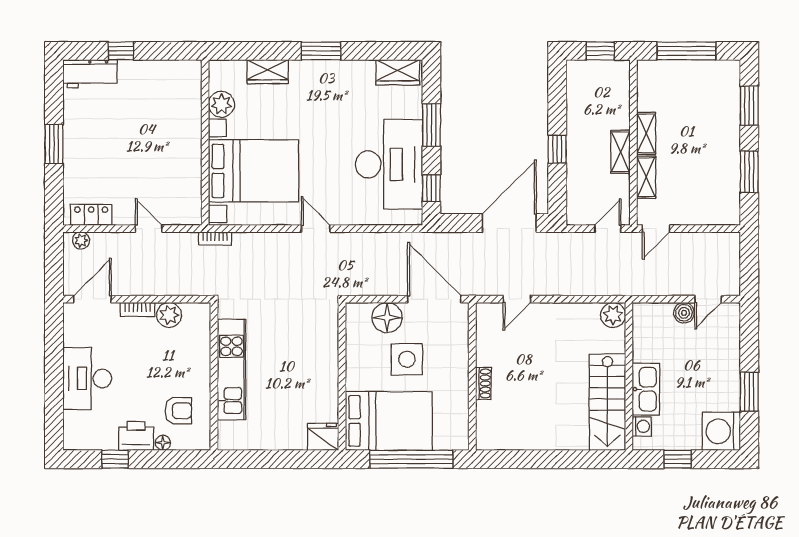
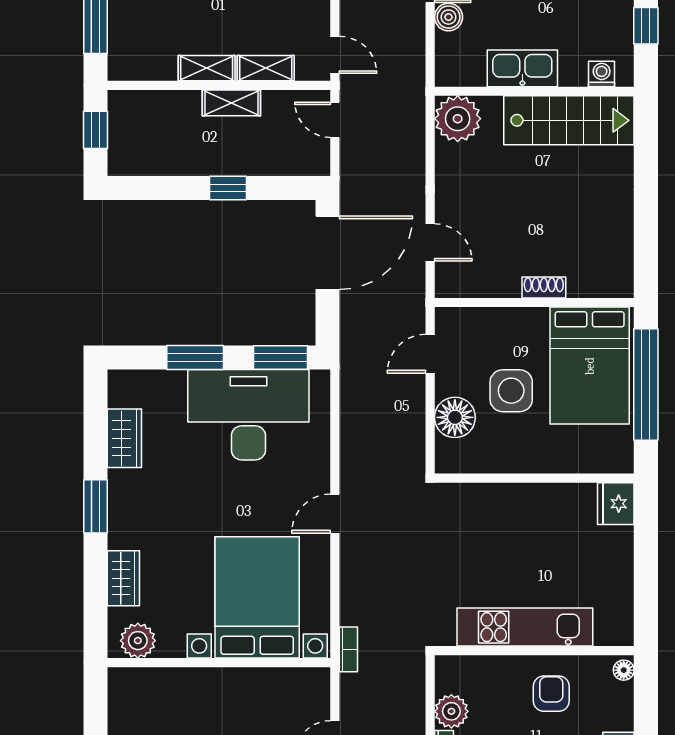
wardrobe: (398, 72) -> (124, 438), moved
plant: (221, 104) -> (138, 641), moved
window: (431, 188) -> (280, 358), width x1.50
door: (509, 223) -> (327, 253), swing flipped
door: (434, 299) -> (430, 354), width x0.53
plant: (613, 315) -> (458, 119), width x1.36, depth x1.36
kitchen sink: (646, 389) -> (522, 68), moved
armchair: (178, 411) -> (551, 694), moved
bed: (389, 421) -> (590, 366), moved, turned 180
floor lamp: (163, 443) -> (624, 670), moved

